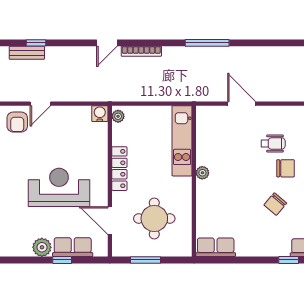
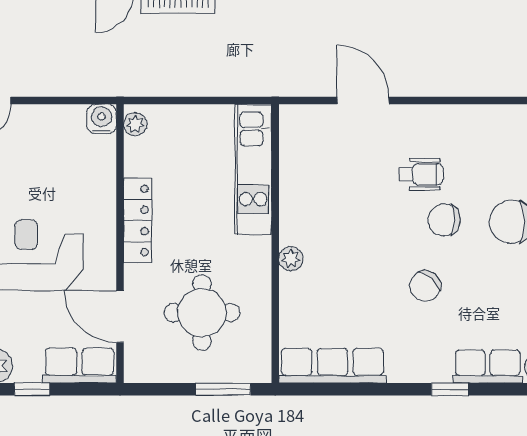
chair: (286, 168) -> (444, 220), turned 180
plant: (202, 173) -> (291, 259), moved
row of seats: (73, 247) -> (79, 365), moved
row of seats: (216, 247) -> (333, 366), width x1.48
window: (145, 260) -> (223, 389), moved

